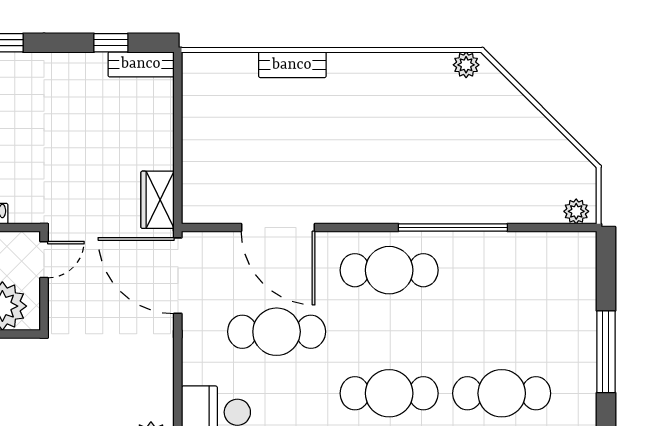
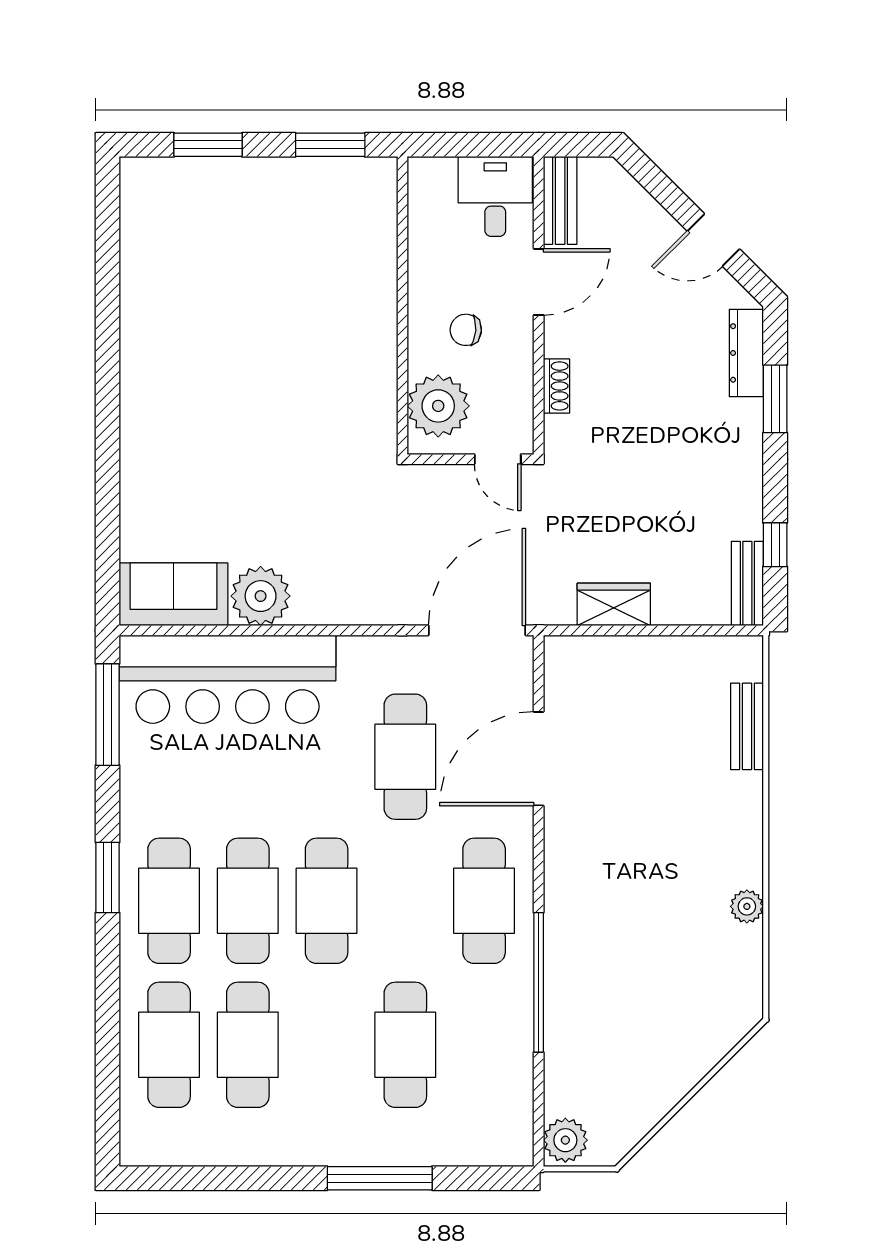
bench: (292, 65) -> (747, 726), moved
plant: (466, 65) -> (747, 906), moved
wardrobe: (158, 200) -> (614, 604), moved
plant: (576, 211) -> (565, 1140), width x1.38, depth x1.38
cafe table: (502, 393) -> (405, 1045), moved

